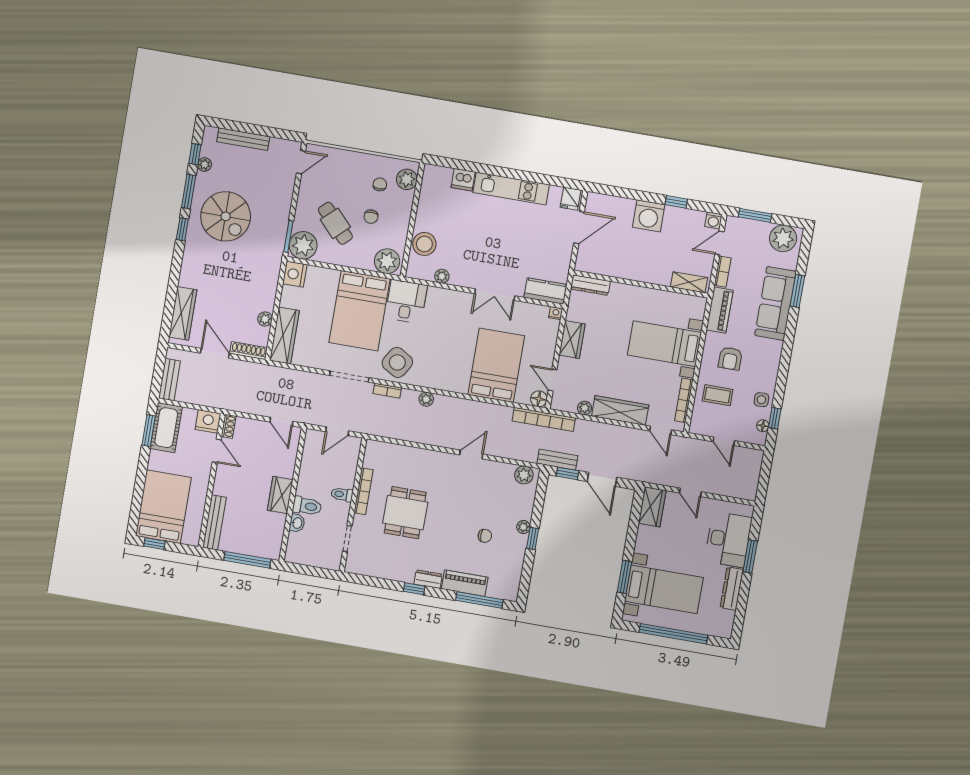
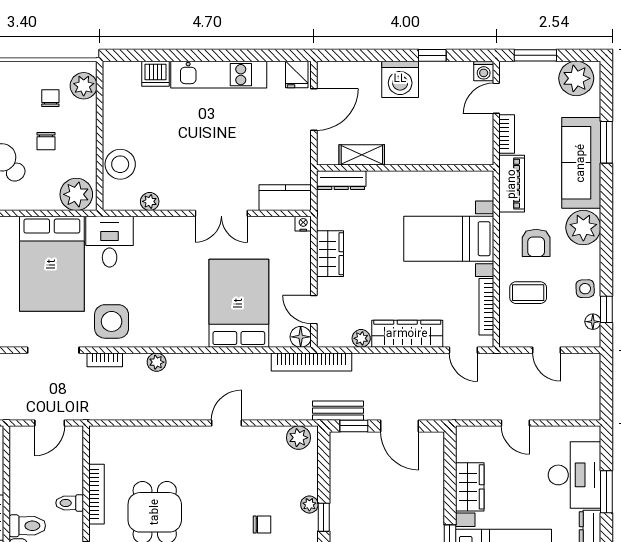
shelving: (689, 282) -> (362, 155), moved
plant: (768, 353) -> (583, 228), added
side table: (397, 362) -> (112, 321), turned -31
wardrobe: (652, 507) -> (470, 487), moved

